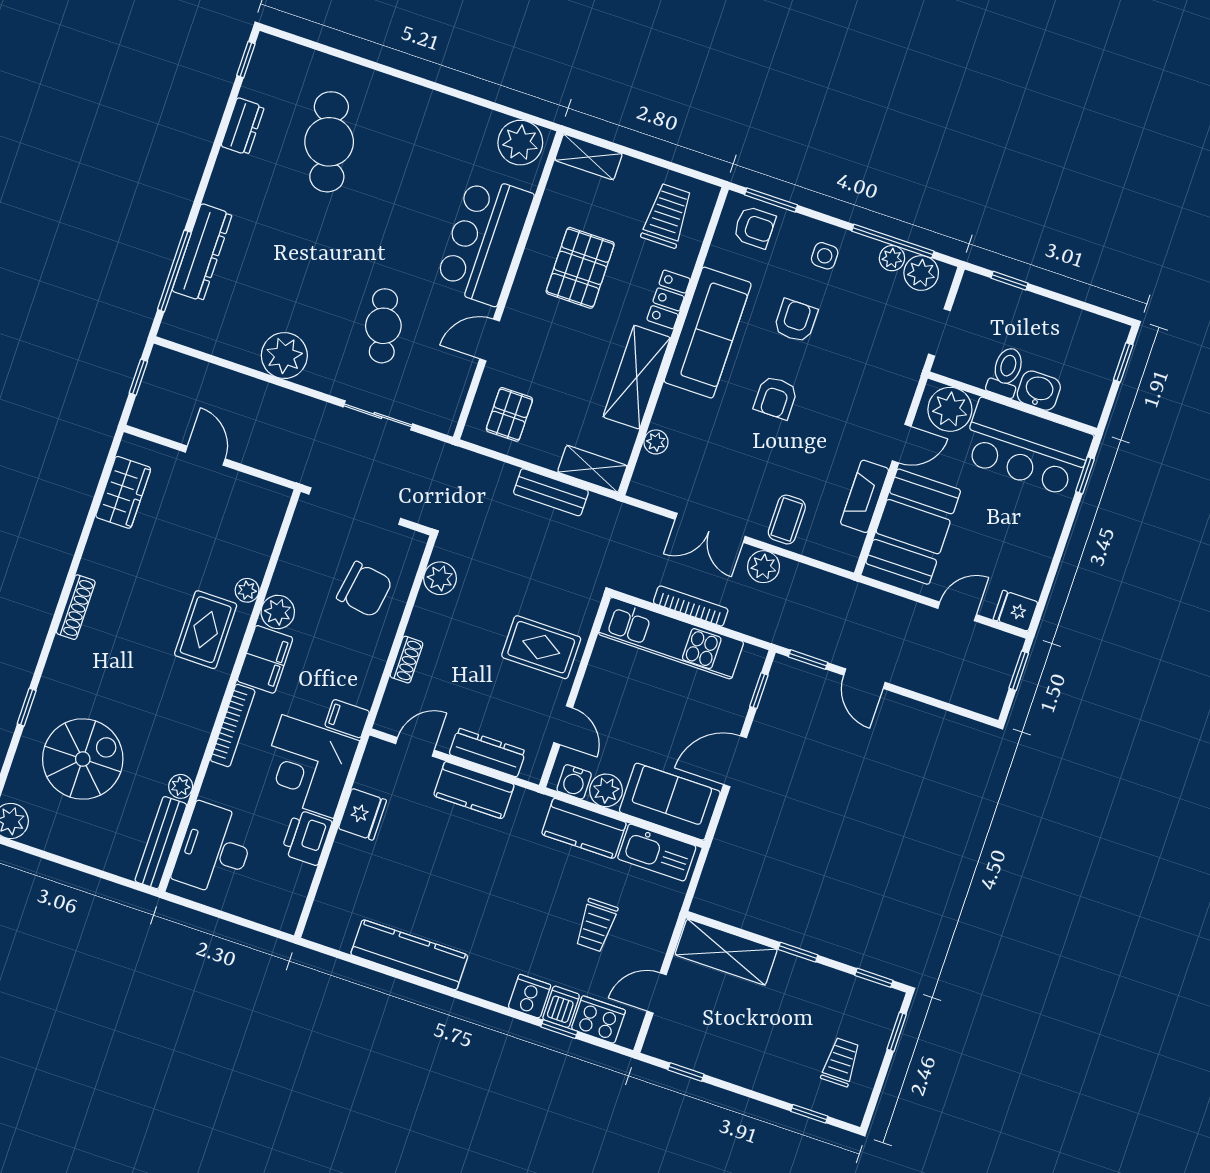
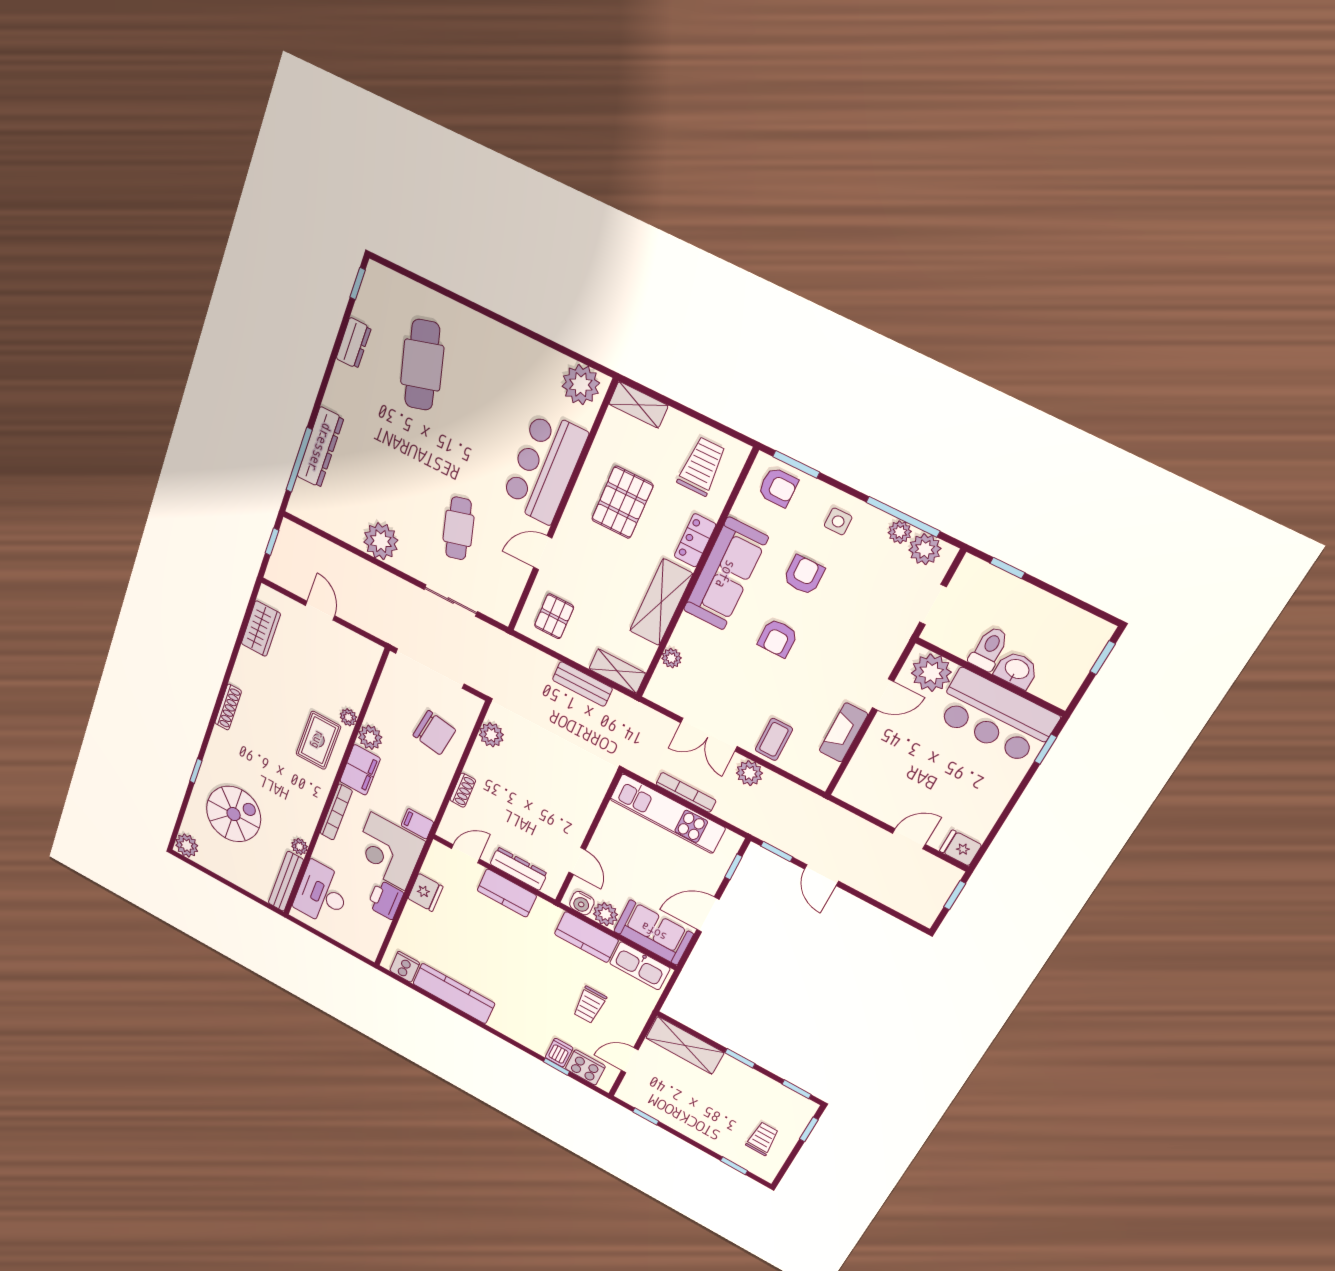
booth: (913, 527) -> (882, 764), removed
rug: (541, 647) -> (565, 801), removed
cooker: (529, 996) -> (405, 967), moved

